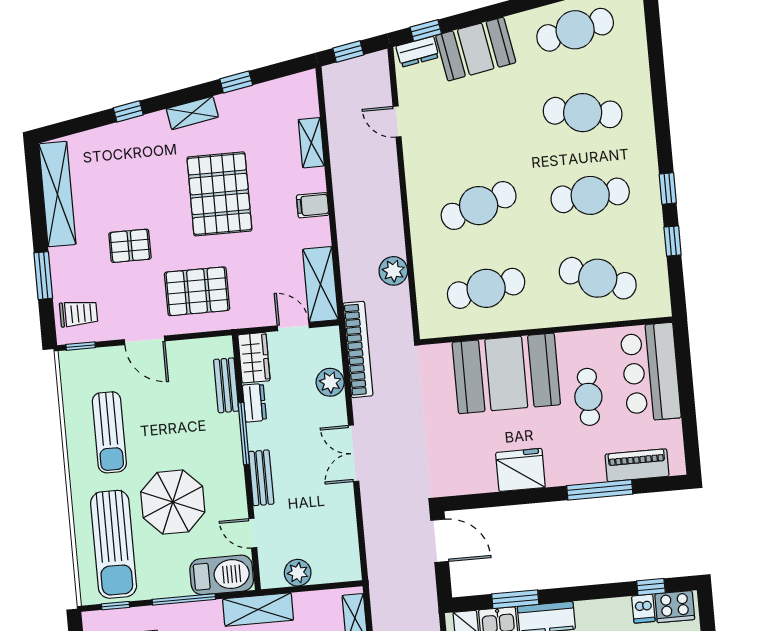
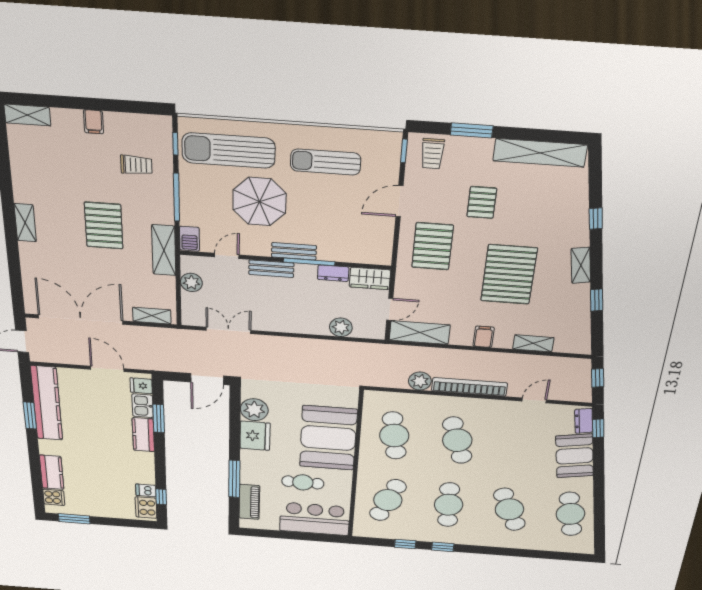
cafe table: (583, 113) -> (509, 509), turned -33
pallet: (219, 194) -> (509, 274), turned 90
bookcase: (358, 349) -> (469, 387), moved, turned 180
bench: (226, 385) -> (294, 251), moved
double door: (354, 453) -> (228, 330), moved
plant: (478, 475) -> (254, 410), added
barbecue: (222, 575) -> (190, 239), width x0.53, depth x0.65

